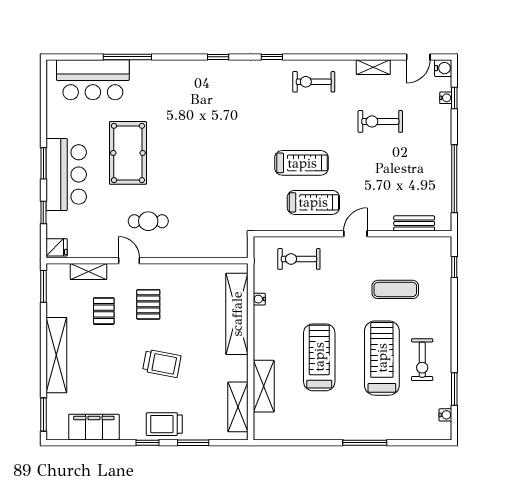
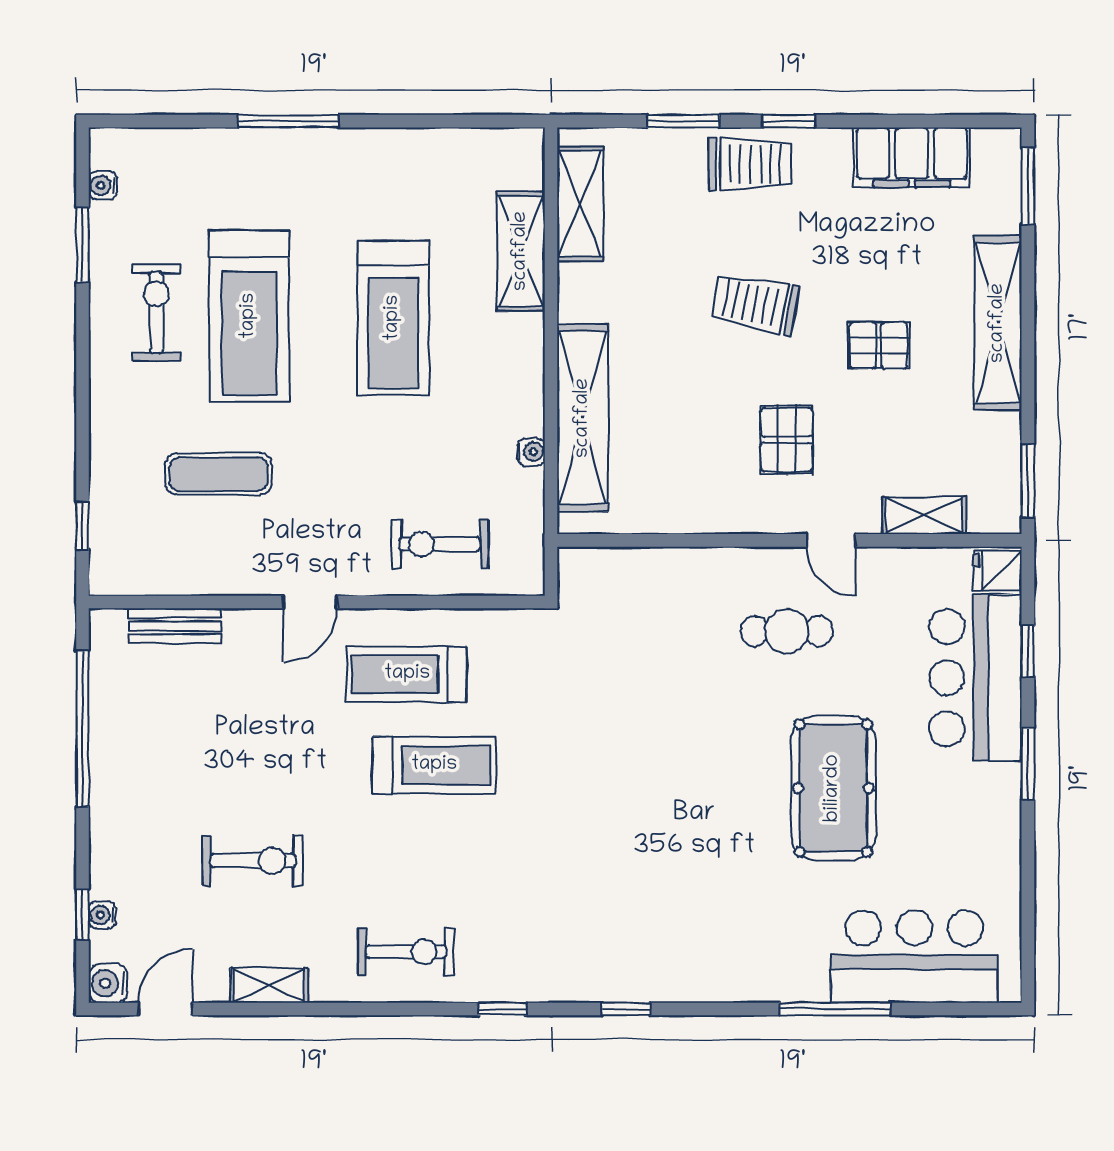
treadmill: (302, 163) -> (434, 765), turned 180
bar counter: (66, 174) -> (975, 678), moved
exercise bike: (299, 259) -> (440, 544), turned 180
pallet: (104, 311) -> (879, 345), moved, turned 90

